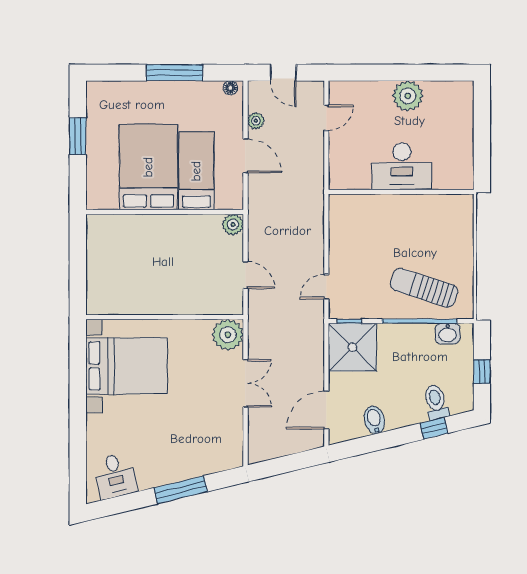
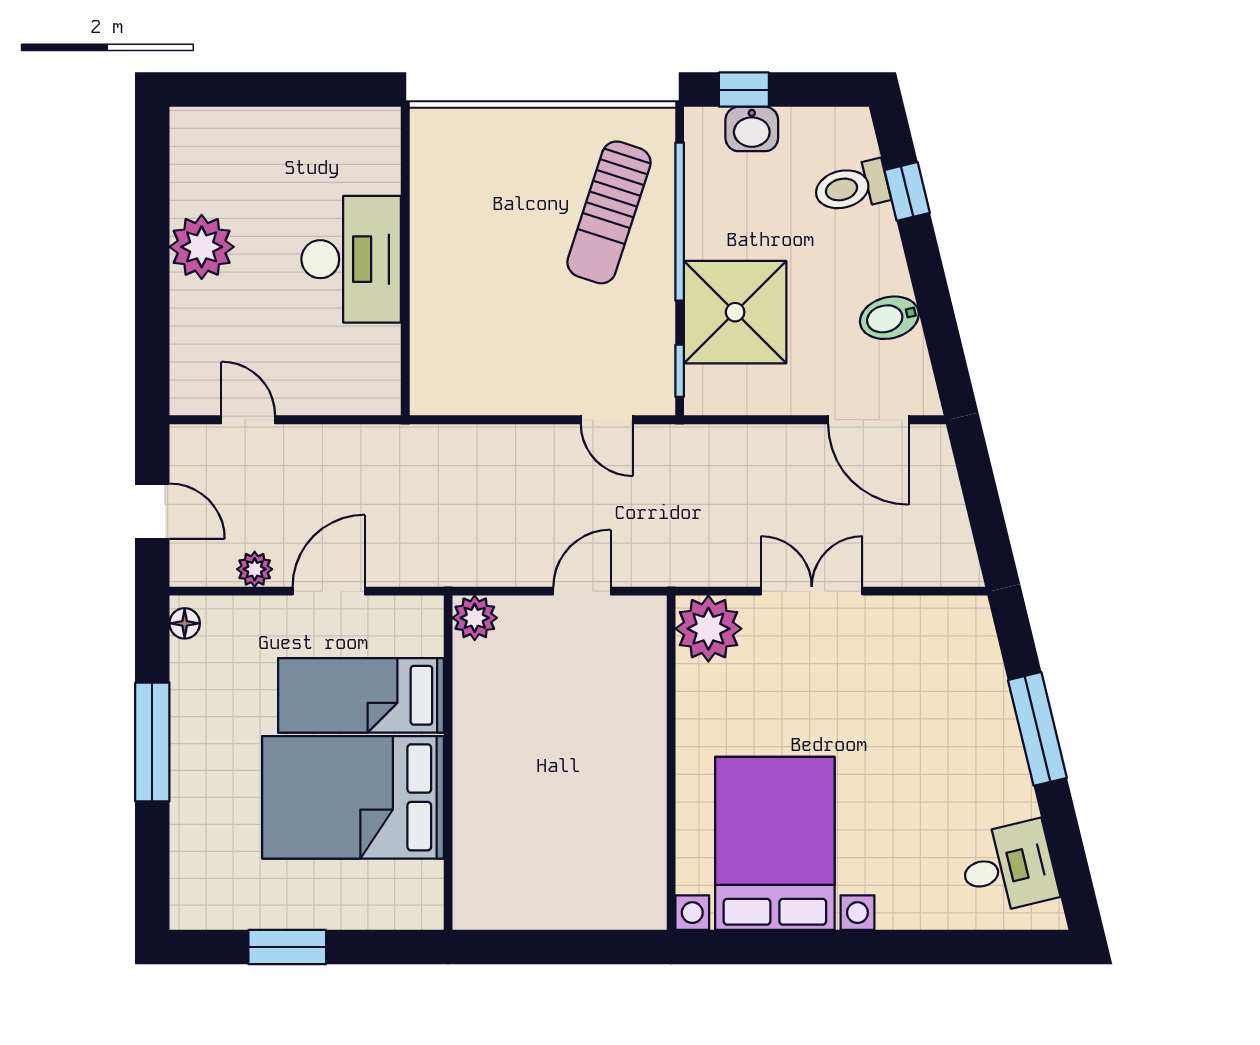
door: (283, 73) -> (152, 511), hinge flipped
washbasin: (448, 334) -> (752, 129), moved, turned 90
shower: (352, 347) -> (735, 312), moved
window: (482, 372) -> (744, 90), moved

